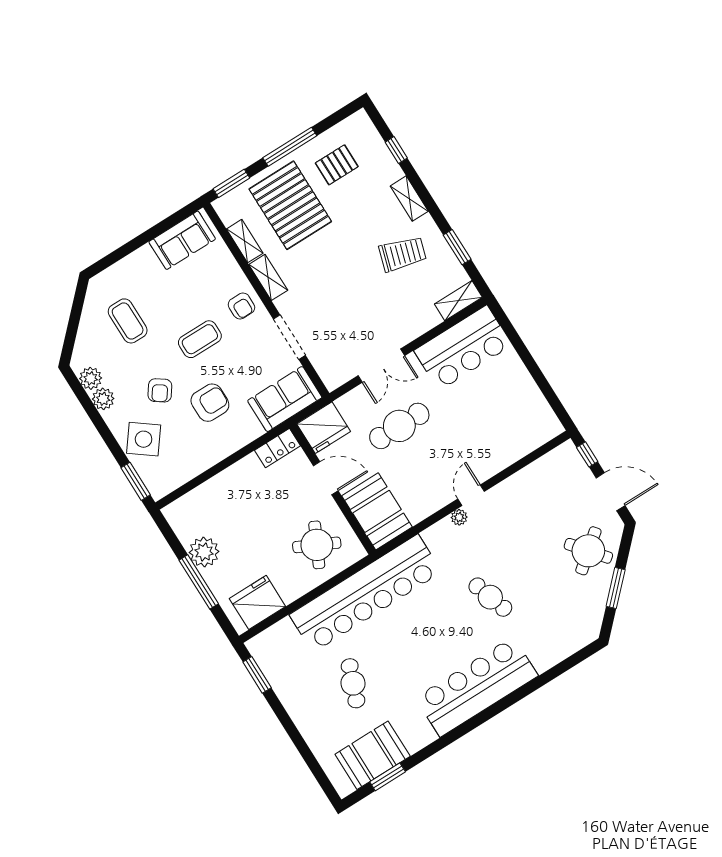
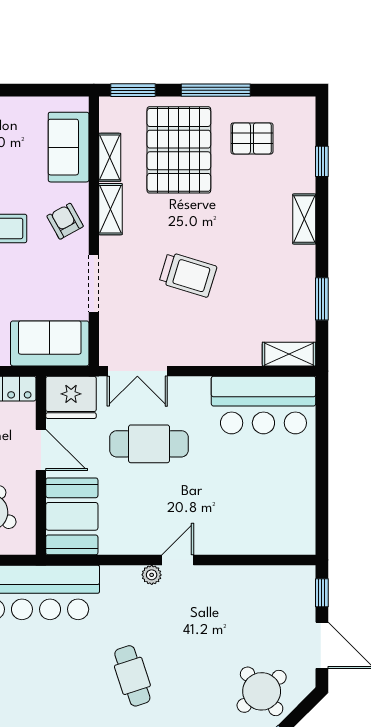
sofa: (182, 240) -> (69, 147), moved, turned 90
trolley: (403, 254) -> (188, 275), moved
armchair: (241, 306) -> (65, 221), turned 151
double door: (381, 366) -> (137, 371), moved

